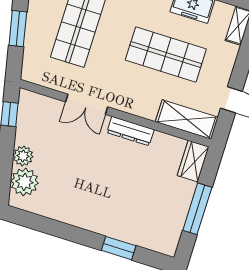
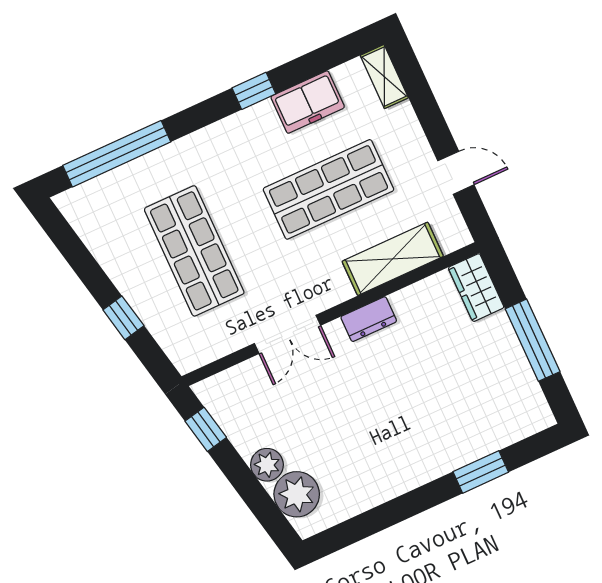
window: (18, 29) -> (123, 318), width x0.67
shelving: (187, 120) -> (393, 259), moved
dresser: (130, 131) -> (369, 319), width x0.70

